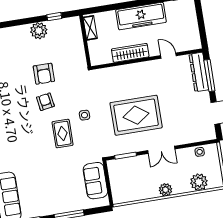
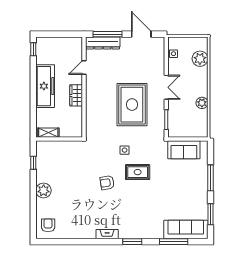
plant: (39, 31) -> (44, 190), moved
wardrobe: (130, 53) -> (76, 95), width x0.67
armchair: (44, 74) -> (82, 180), removed
plant: (166, 190) -> (202, 103), moved

